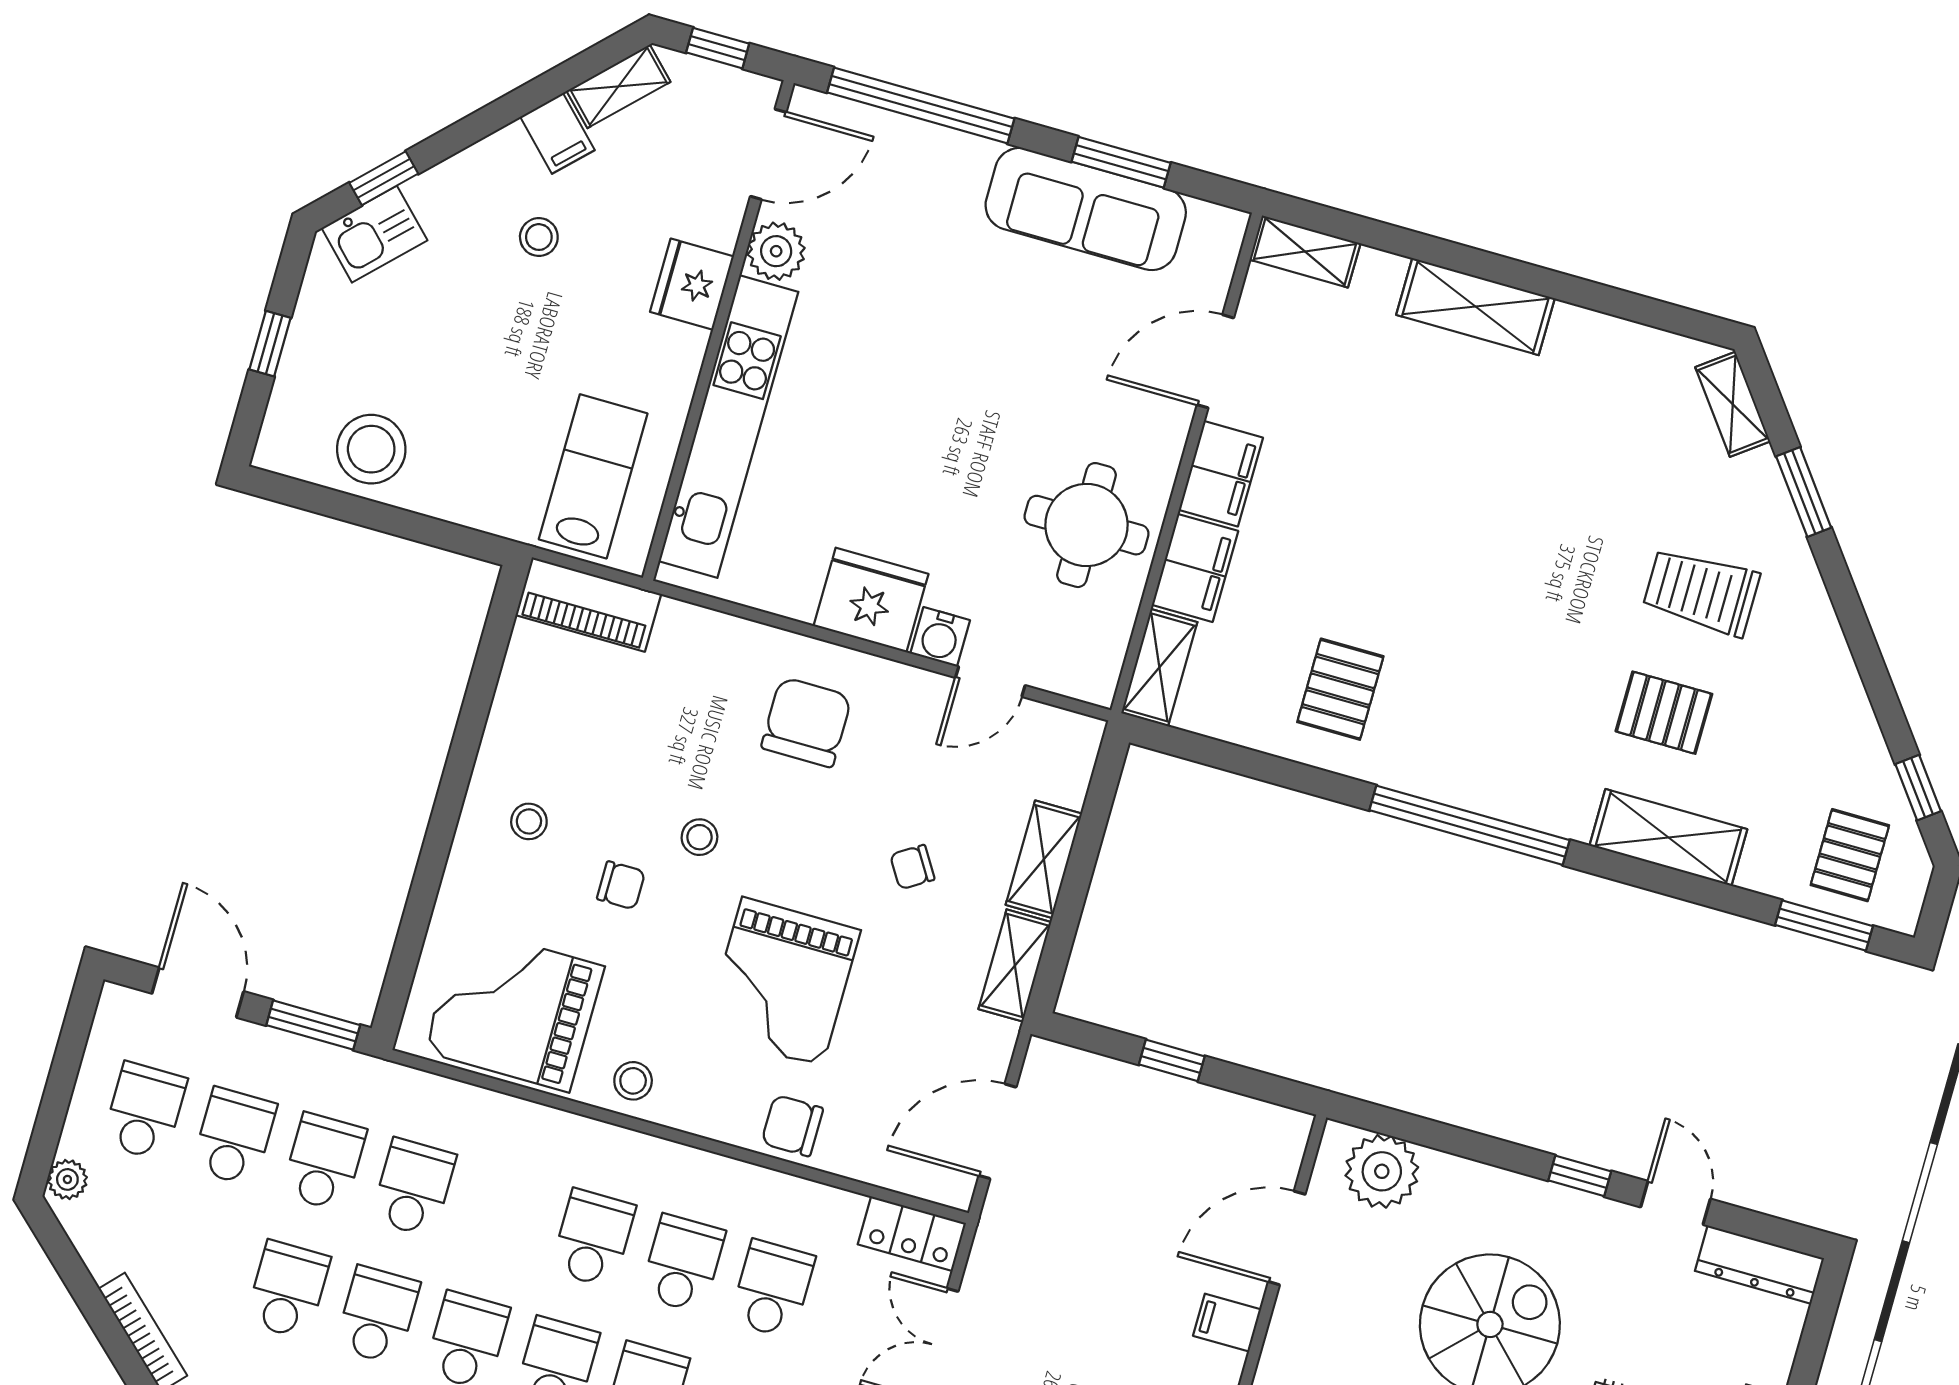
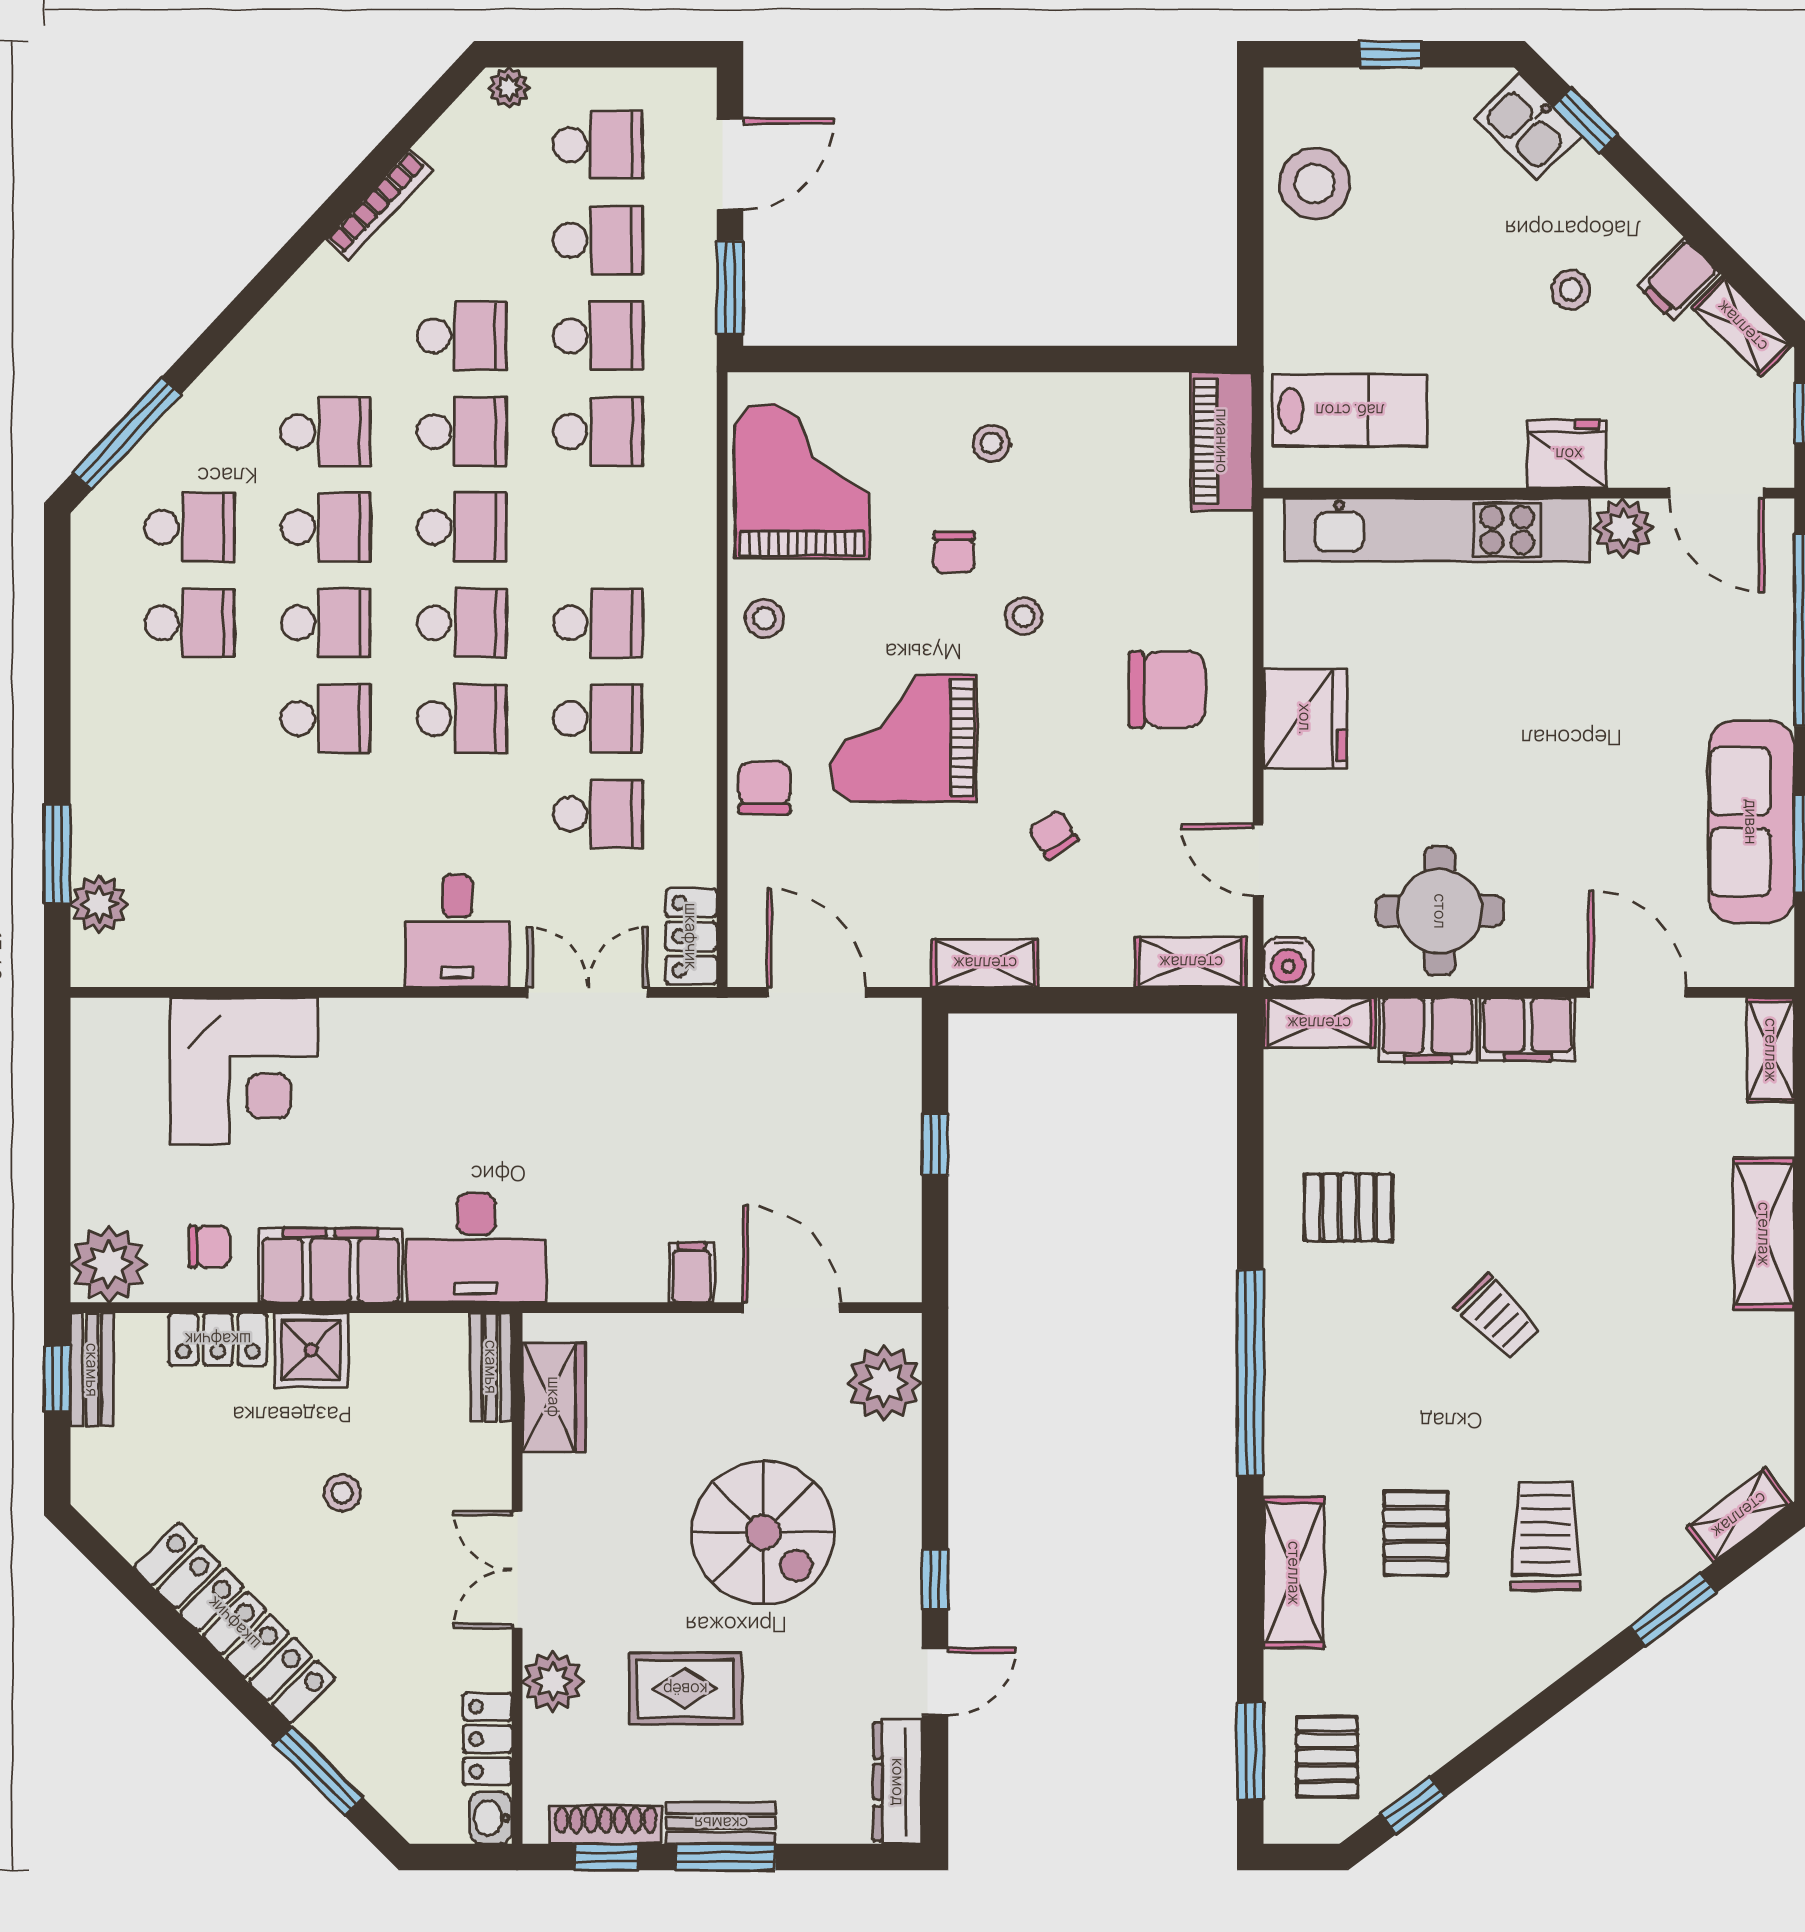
trolley: (1483, 578) -> (1498, 1317), added
water cooler: (940, 637) -> (1288, 962), moved, turned -90
pallet: (1850, 855) -> (1327, 1757), turned 90
shelving: (1044, 859) -> (1191, 962), moved

